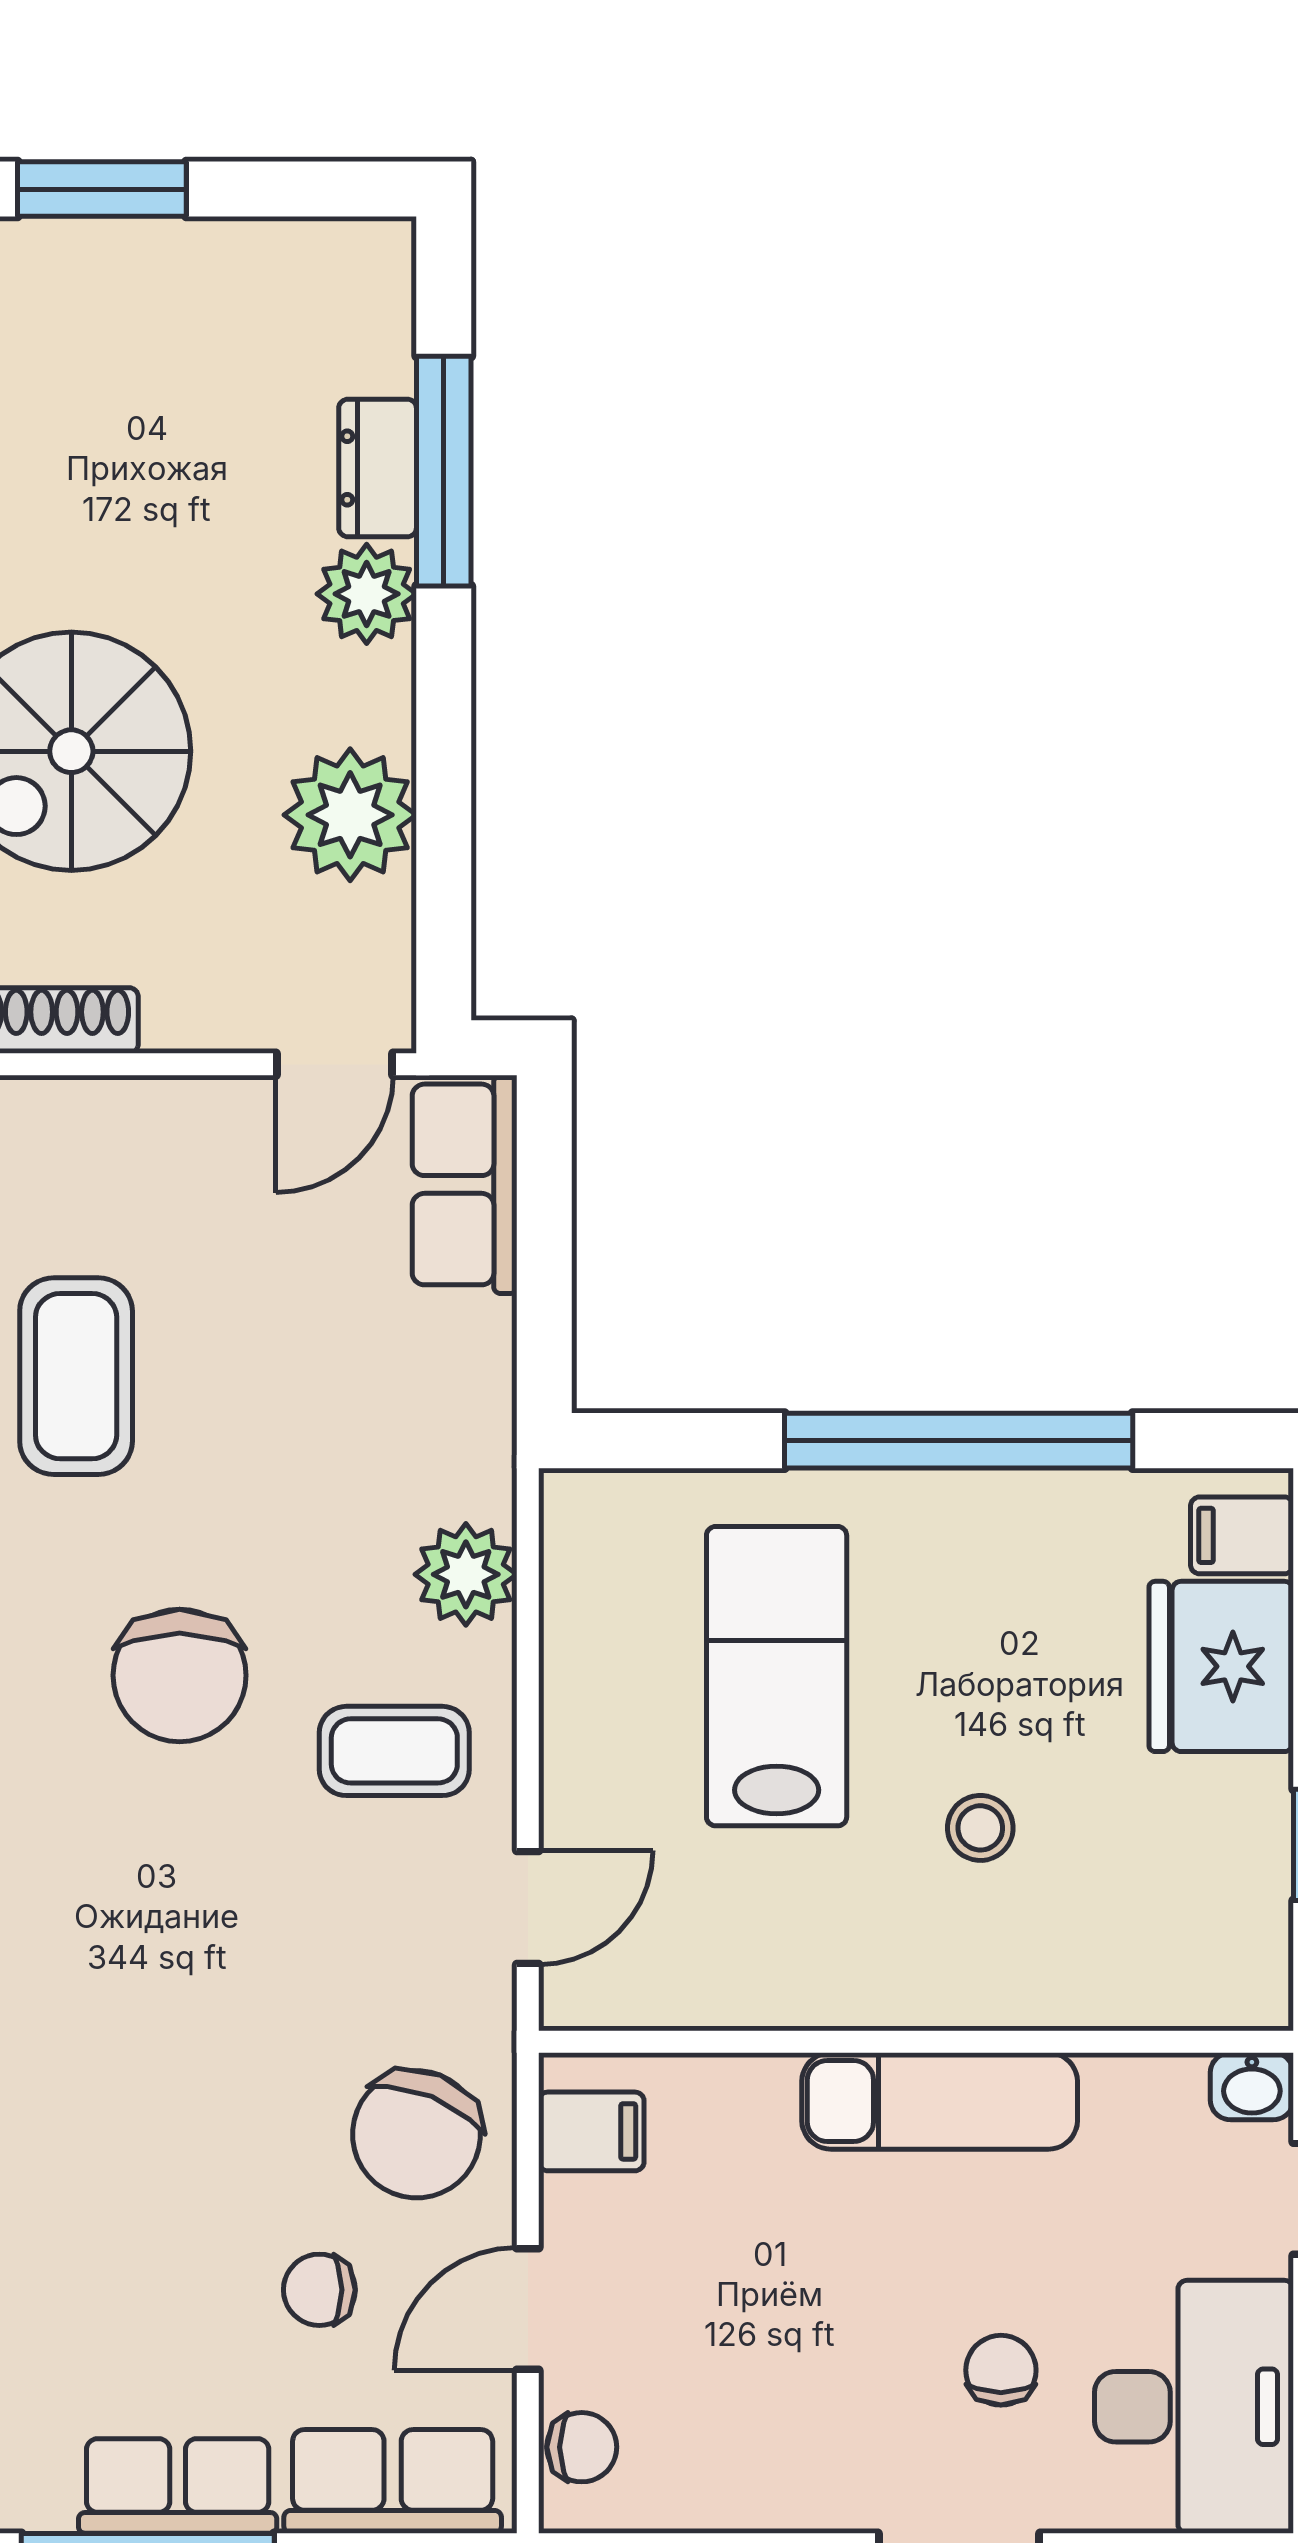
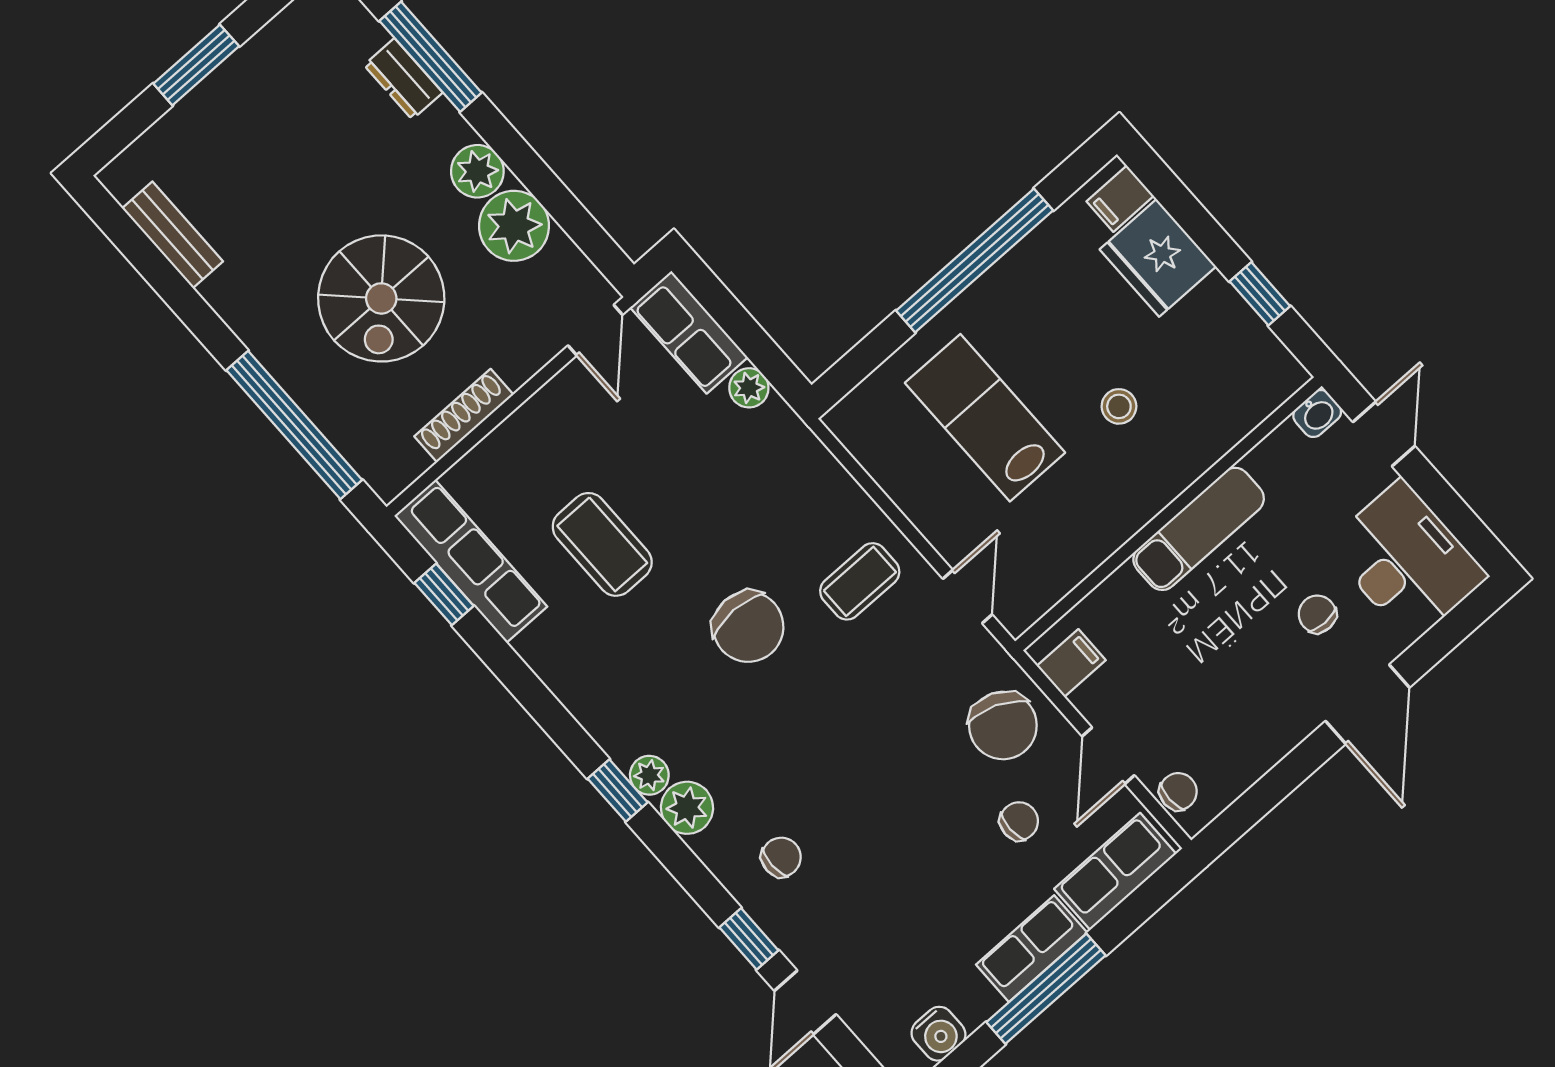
plant: (367, 594) -> (477, 171), moved
plant: (466, 1574) -> (749, 388), moved, width x0.73, depth x0.73
chair: (319, 2290) -> (1019, 821), turned 180

